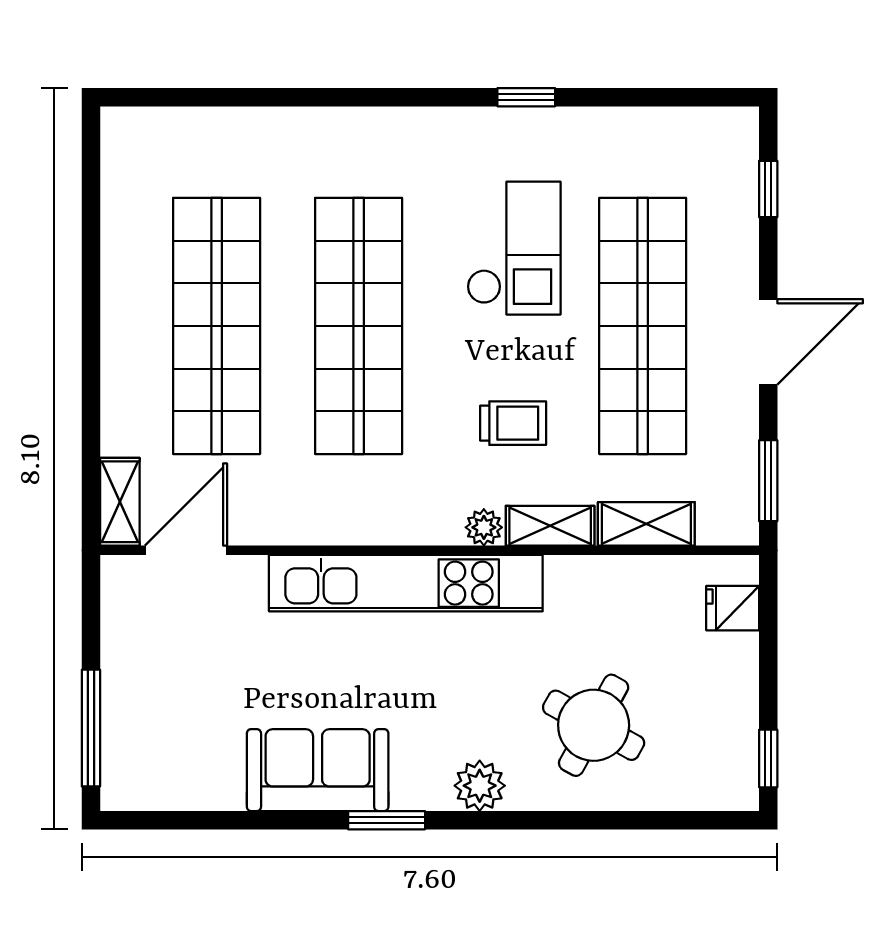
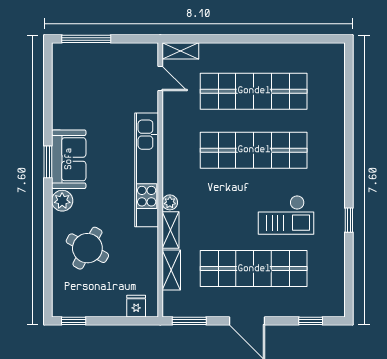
trolley: (513, 423) -> (213, 215), removed
door: (186, 550) -> (160, 78), width x0.73
sofa: (318, 770) -> (69, 159), moved

